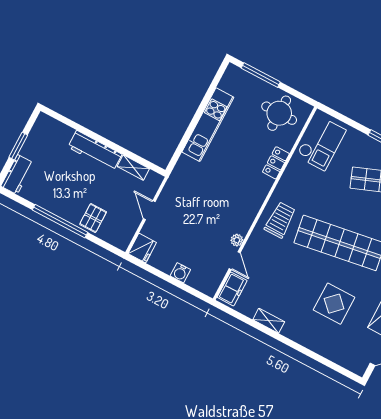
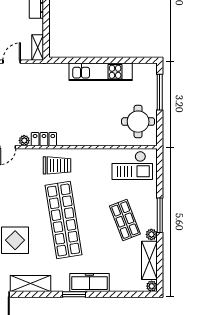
locker: (276, 163) -> (44, 139), moved
shelving: (133, 168) -> (38, 47), moved

